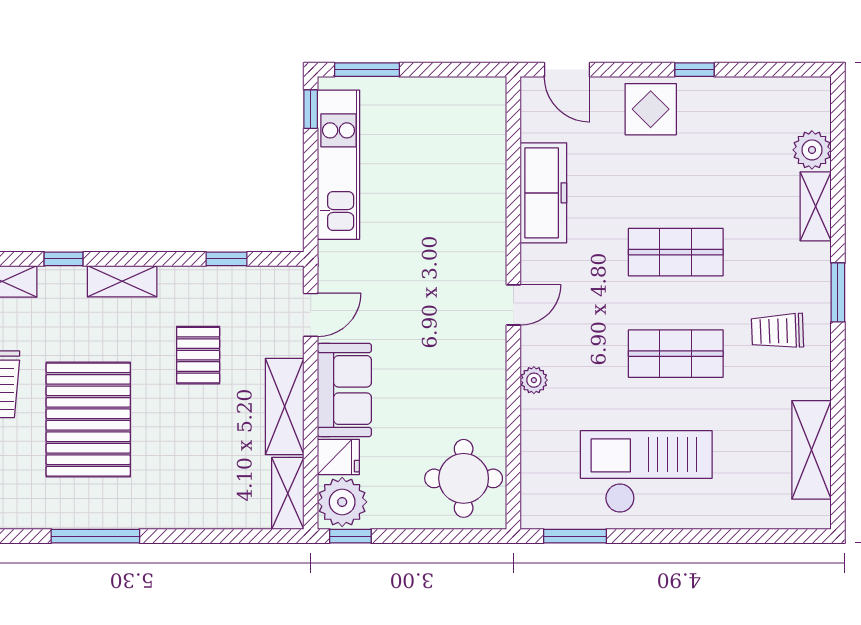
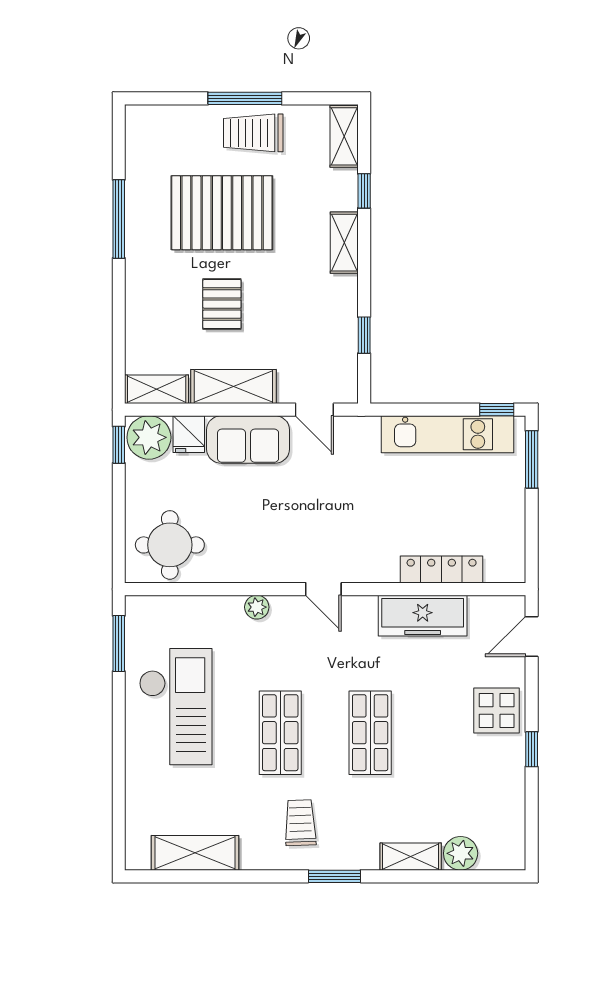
locker: (491, 171) -> (442, 569), added
pallet: (198, 355) -> (222, 304), moved, turned 90

